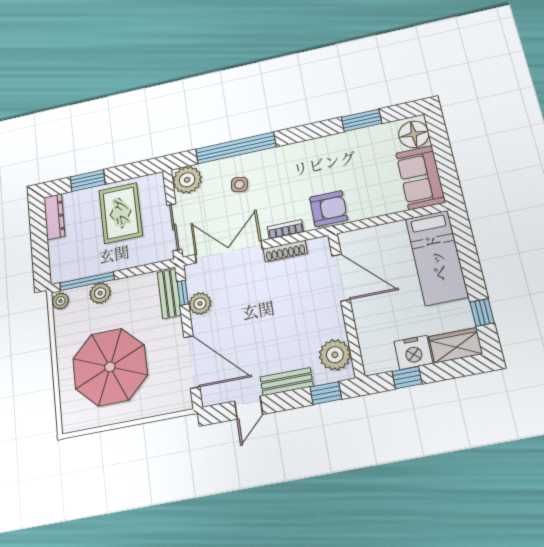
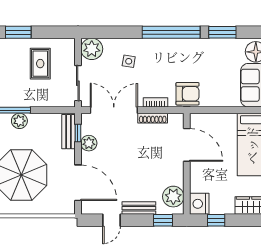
window: (236, 148) -> (171, 32), moved
rug: (121, 213) -> (40, 64), width x0.73, depth x0.70
nightstand: (413, 352) -> (199, 204), moved, turned 90

